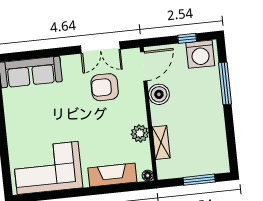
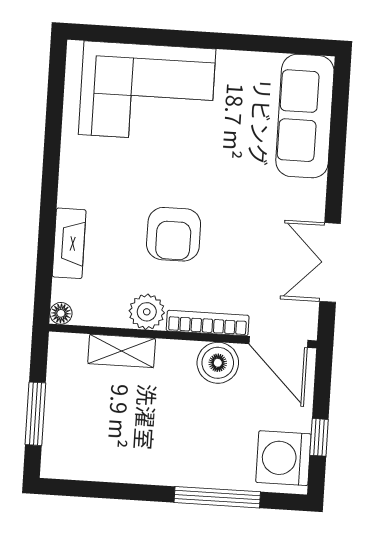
armchair: (105, 87) -> (174, 234), moved, turned 180
bookcase: (140, 103) -> (208, 323), added
corner sofa: (48, 168) -> (147, 92), moved, turned 90
fireplace: (112, 175) -> (69, 243), width x0.73, depth x0.76

